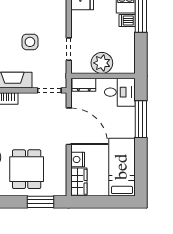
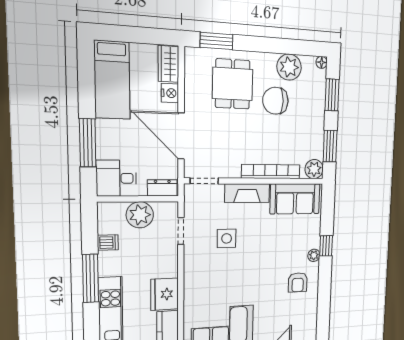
dishwasher: (127, 21) -> (108, 243), moved

